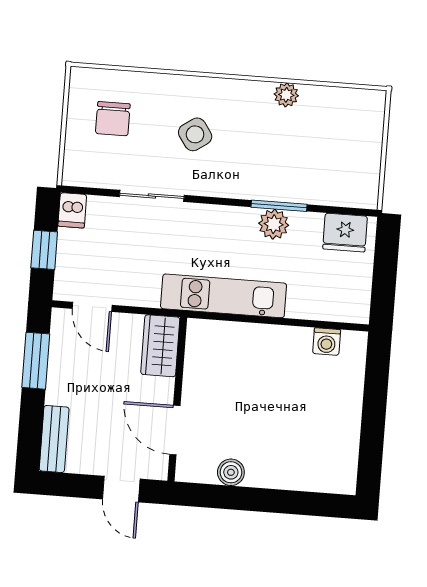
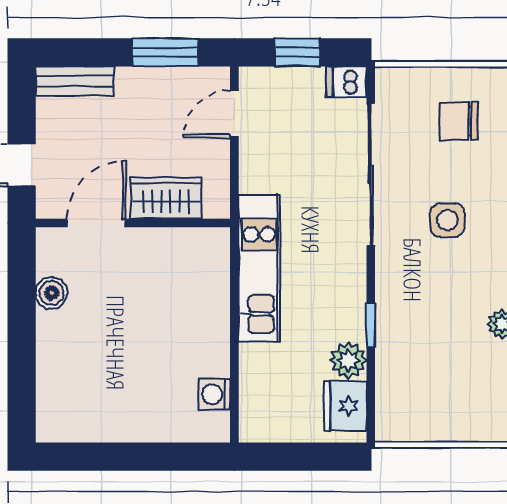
side table: (195, 134) -> (447, 220), turned 35
sliding door: (152, 196) -> (371, 175), width x1.86
window: (279, 206) -> (371, 326), width x0.67
plant: (274, 224) -> (348, 360), moved
wardrobe: (160, 346) -> (166, 198), moved

